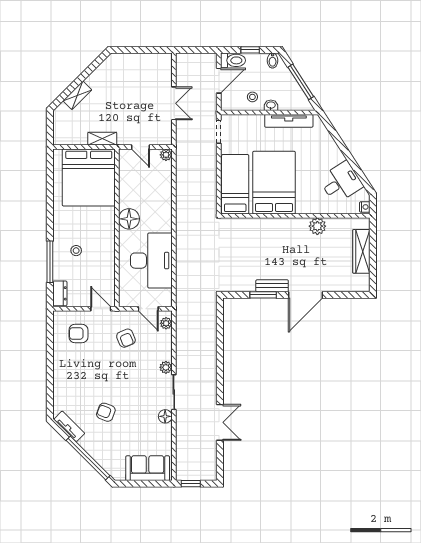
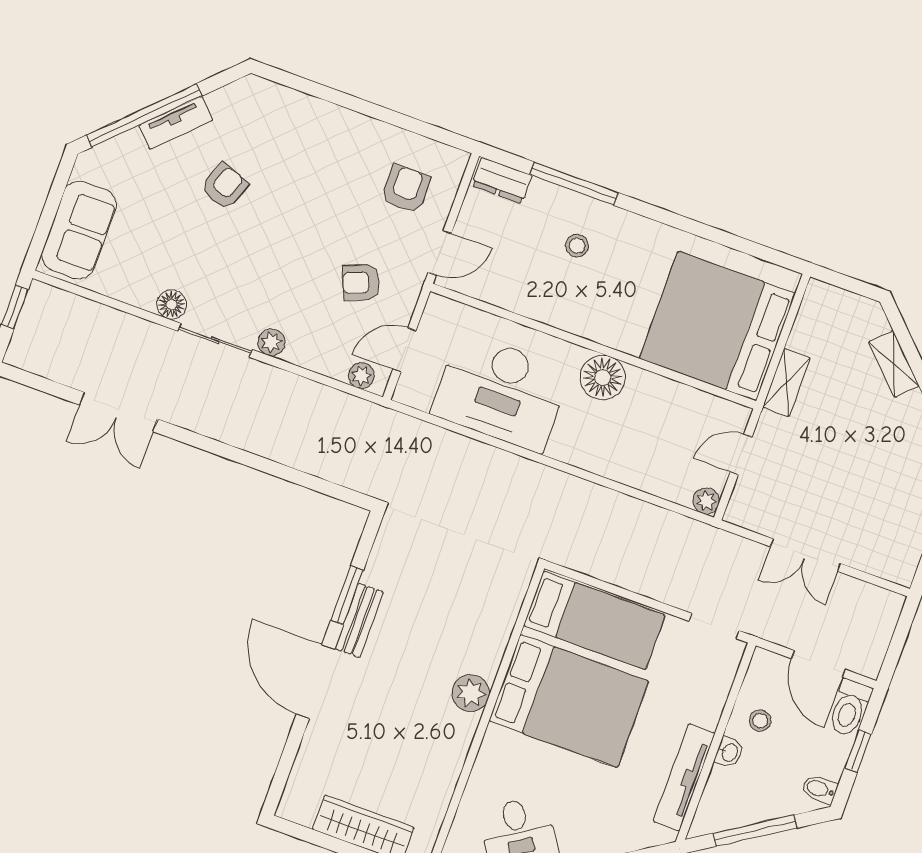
plant: (317, 226) -> (471, 693), moved
tv unit: (69, 426) -> (176, 123), moved

